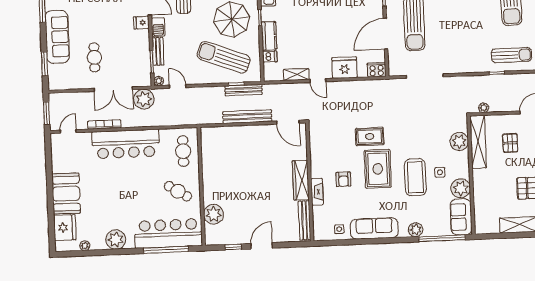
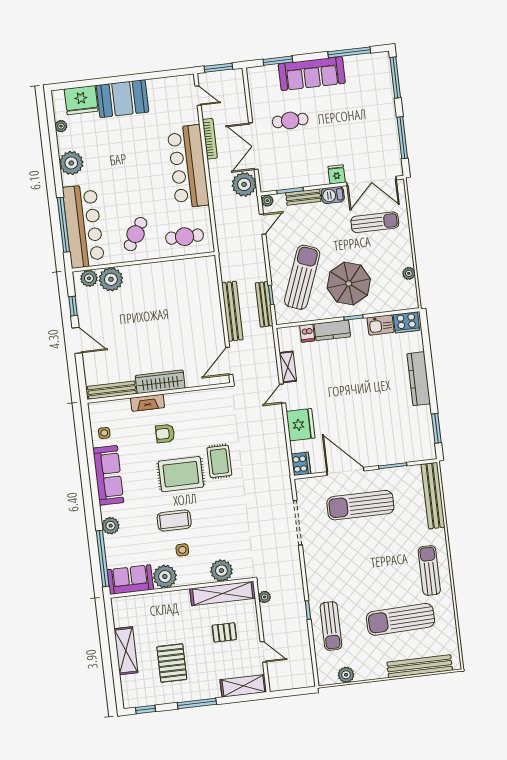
coffee table: (415, 177) -> (174, 520), width x0.73, depth x0.76
plant: (211, 232) -> (89, 278), added

